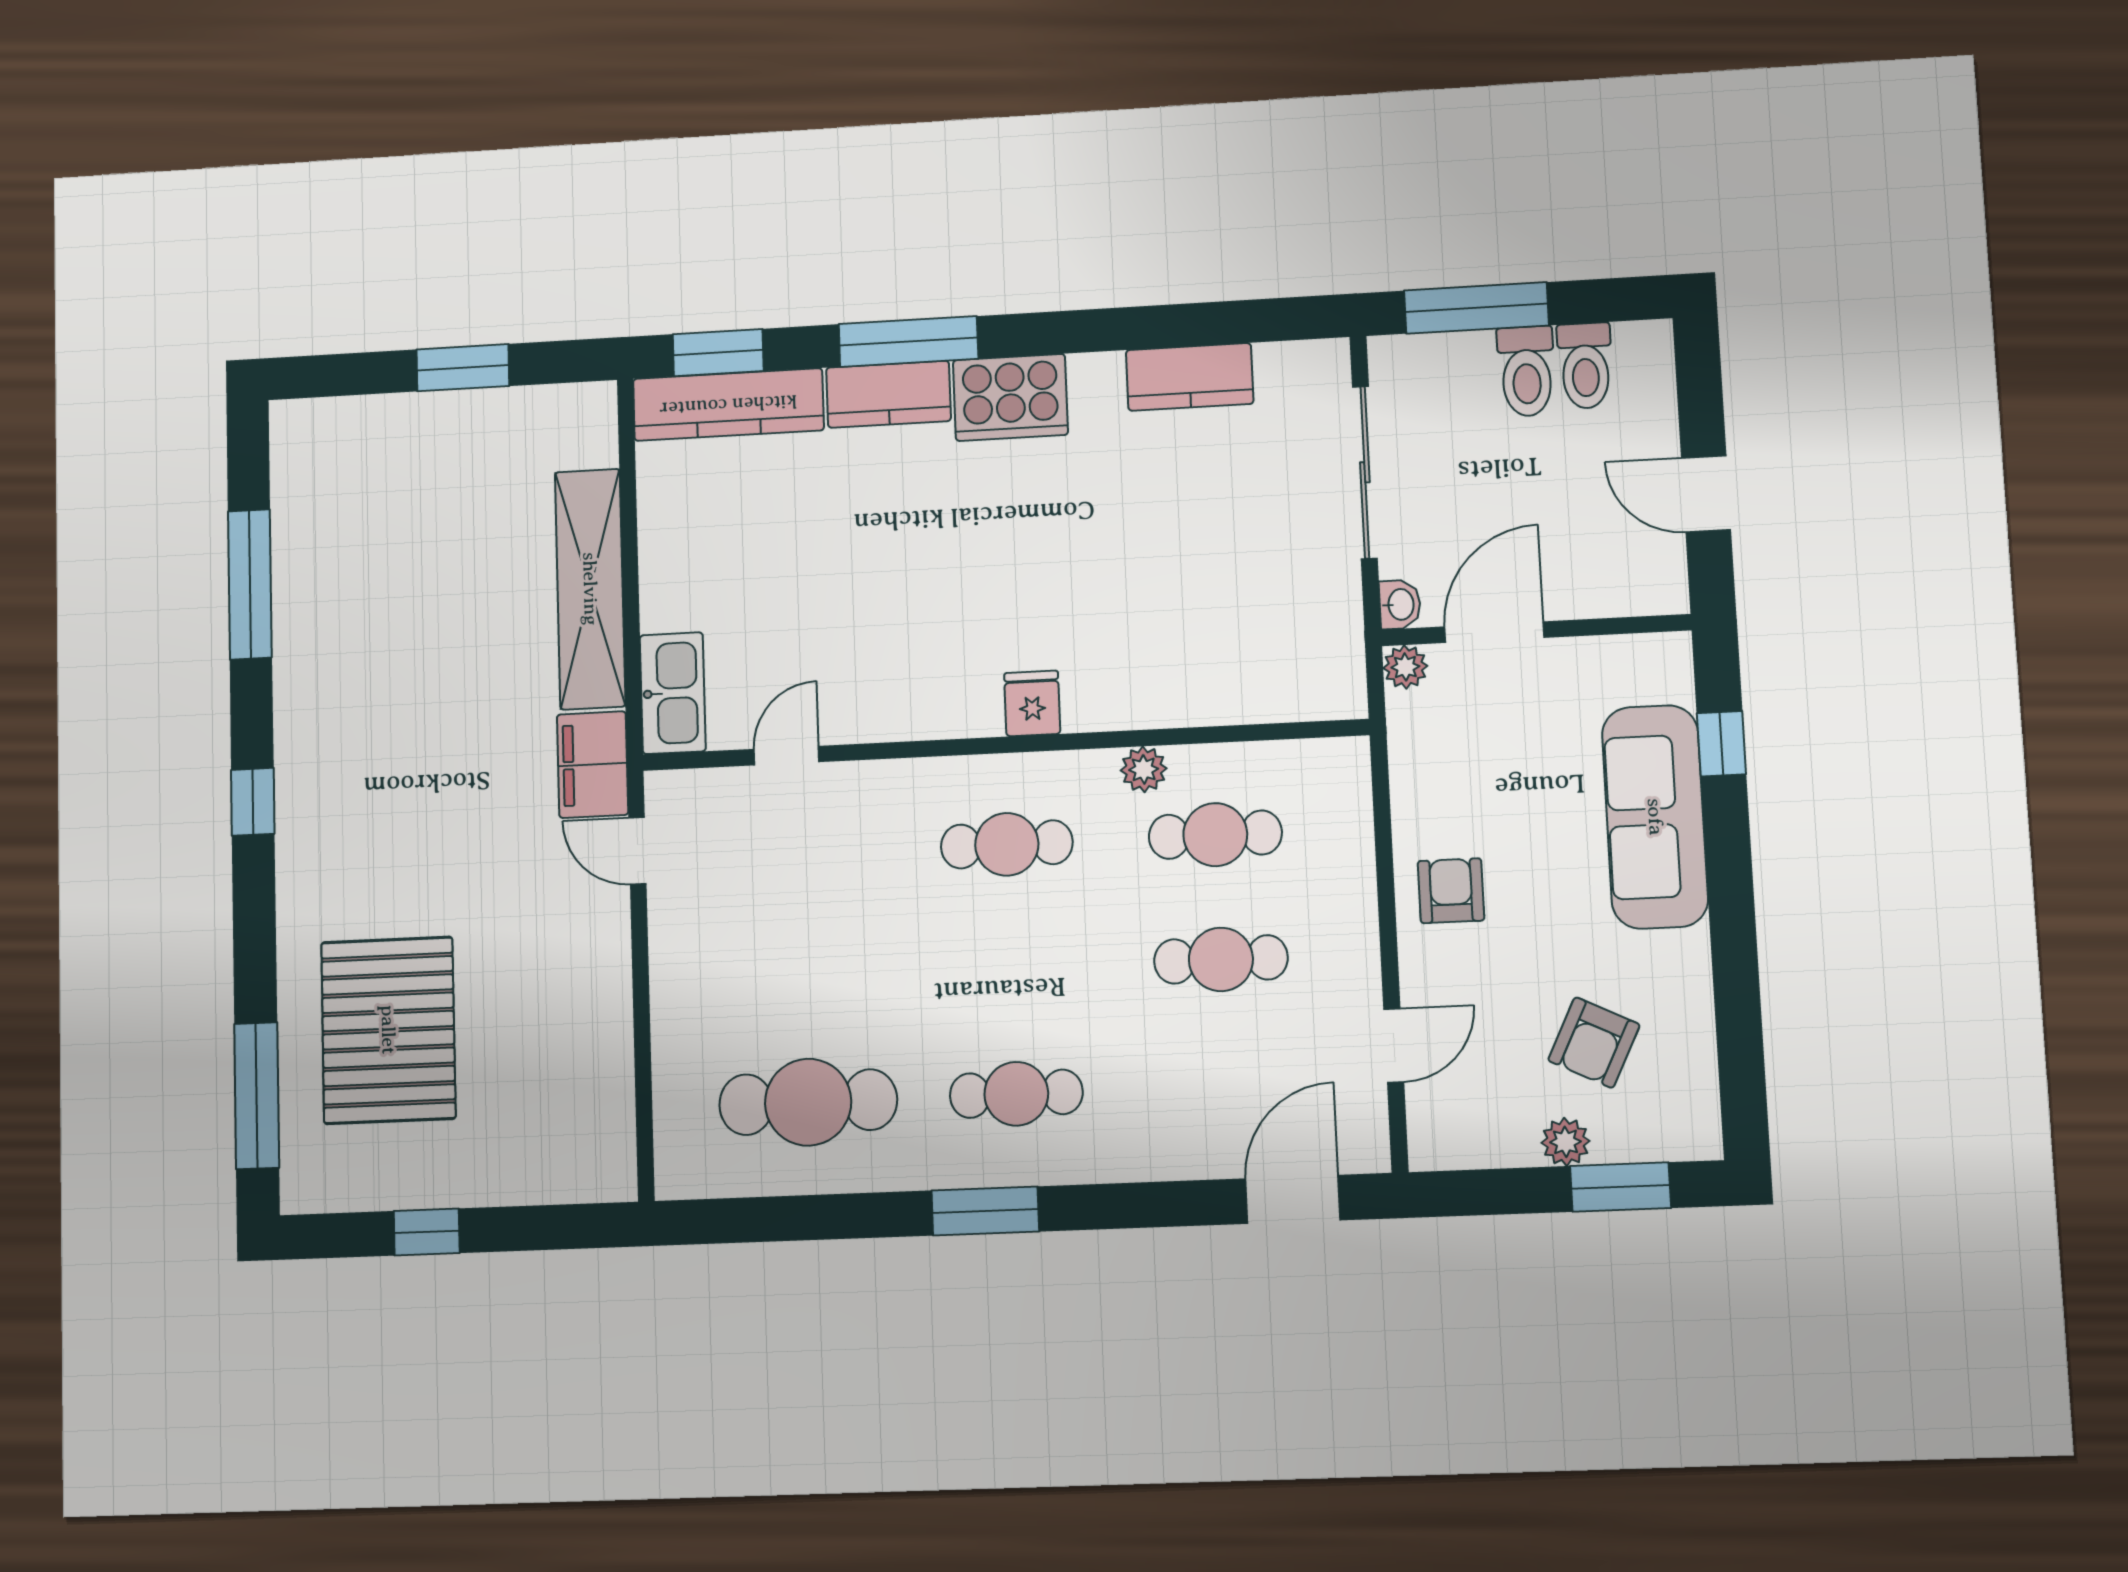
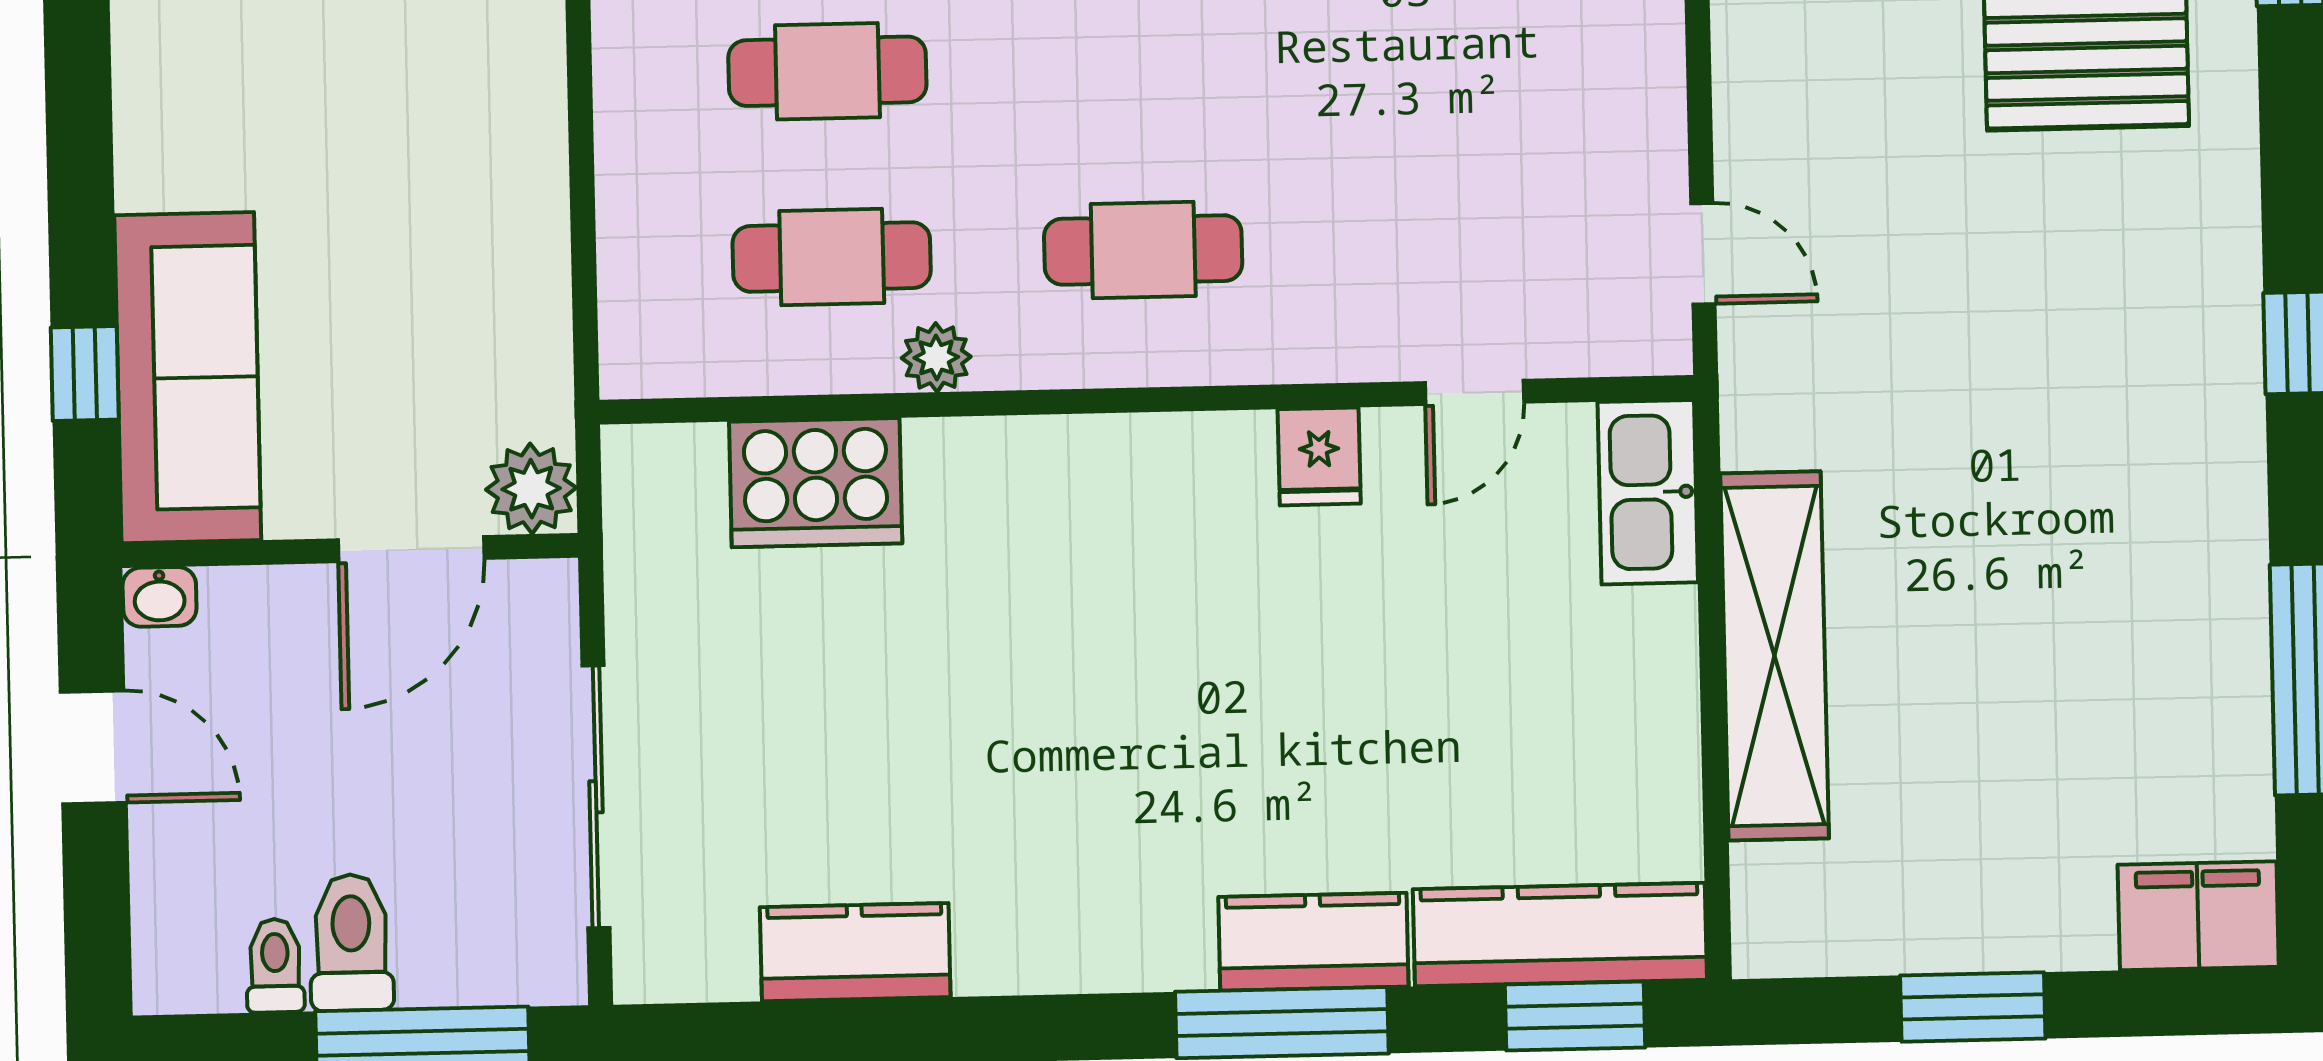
toilet: (1585, 366) -> (275, 966), width x0.73, depth x0.72
cooker: (1010, 397) -> (816, 483), moved, turned 180
washbasin: (1400, 604) -> (160, 597), moved, turned -90
plant: (1405, 667) -> (531, 489), width x1.38, depth x1.38
fridge: (1032, 703) -> (1319, 456), moved
filing cabinet: (593, 765) -> (2198, 916), moved, turned -90
sofa: (1655, 817) -> (188, 378), moved
armchair: (1451, 891) -> (486, 166), removed

